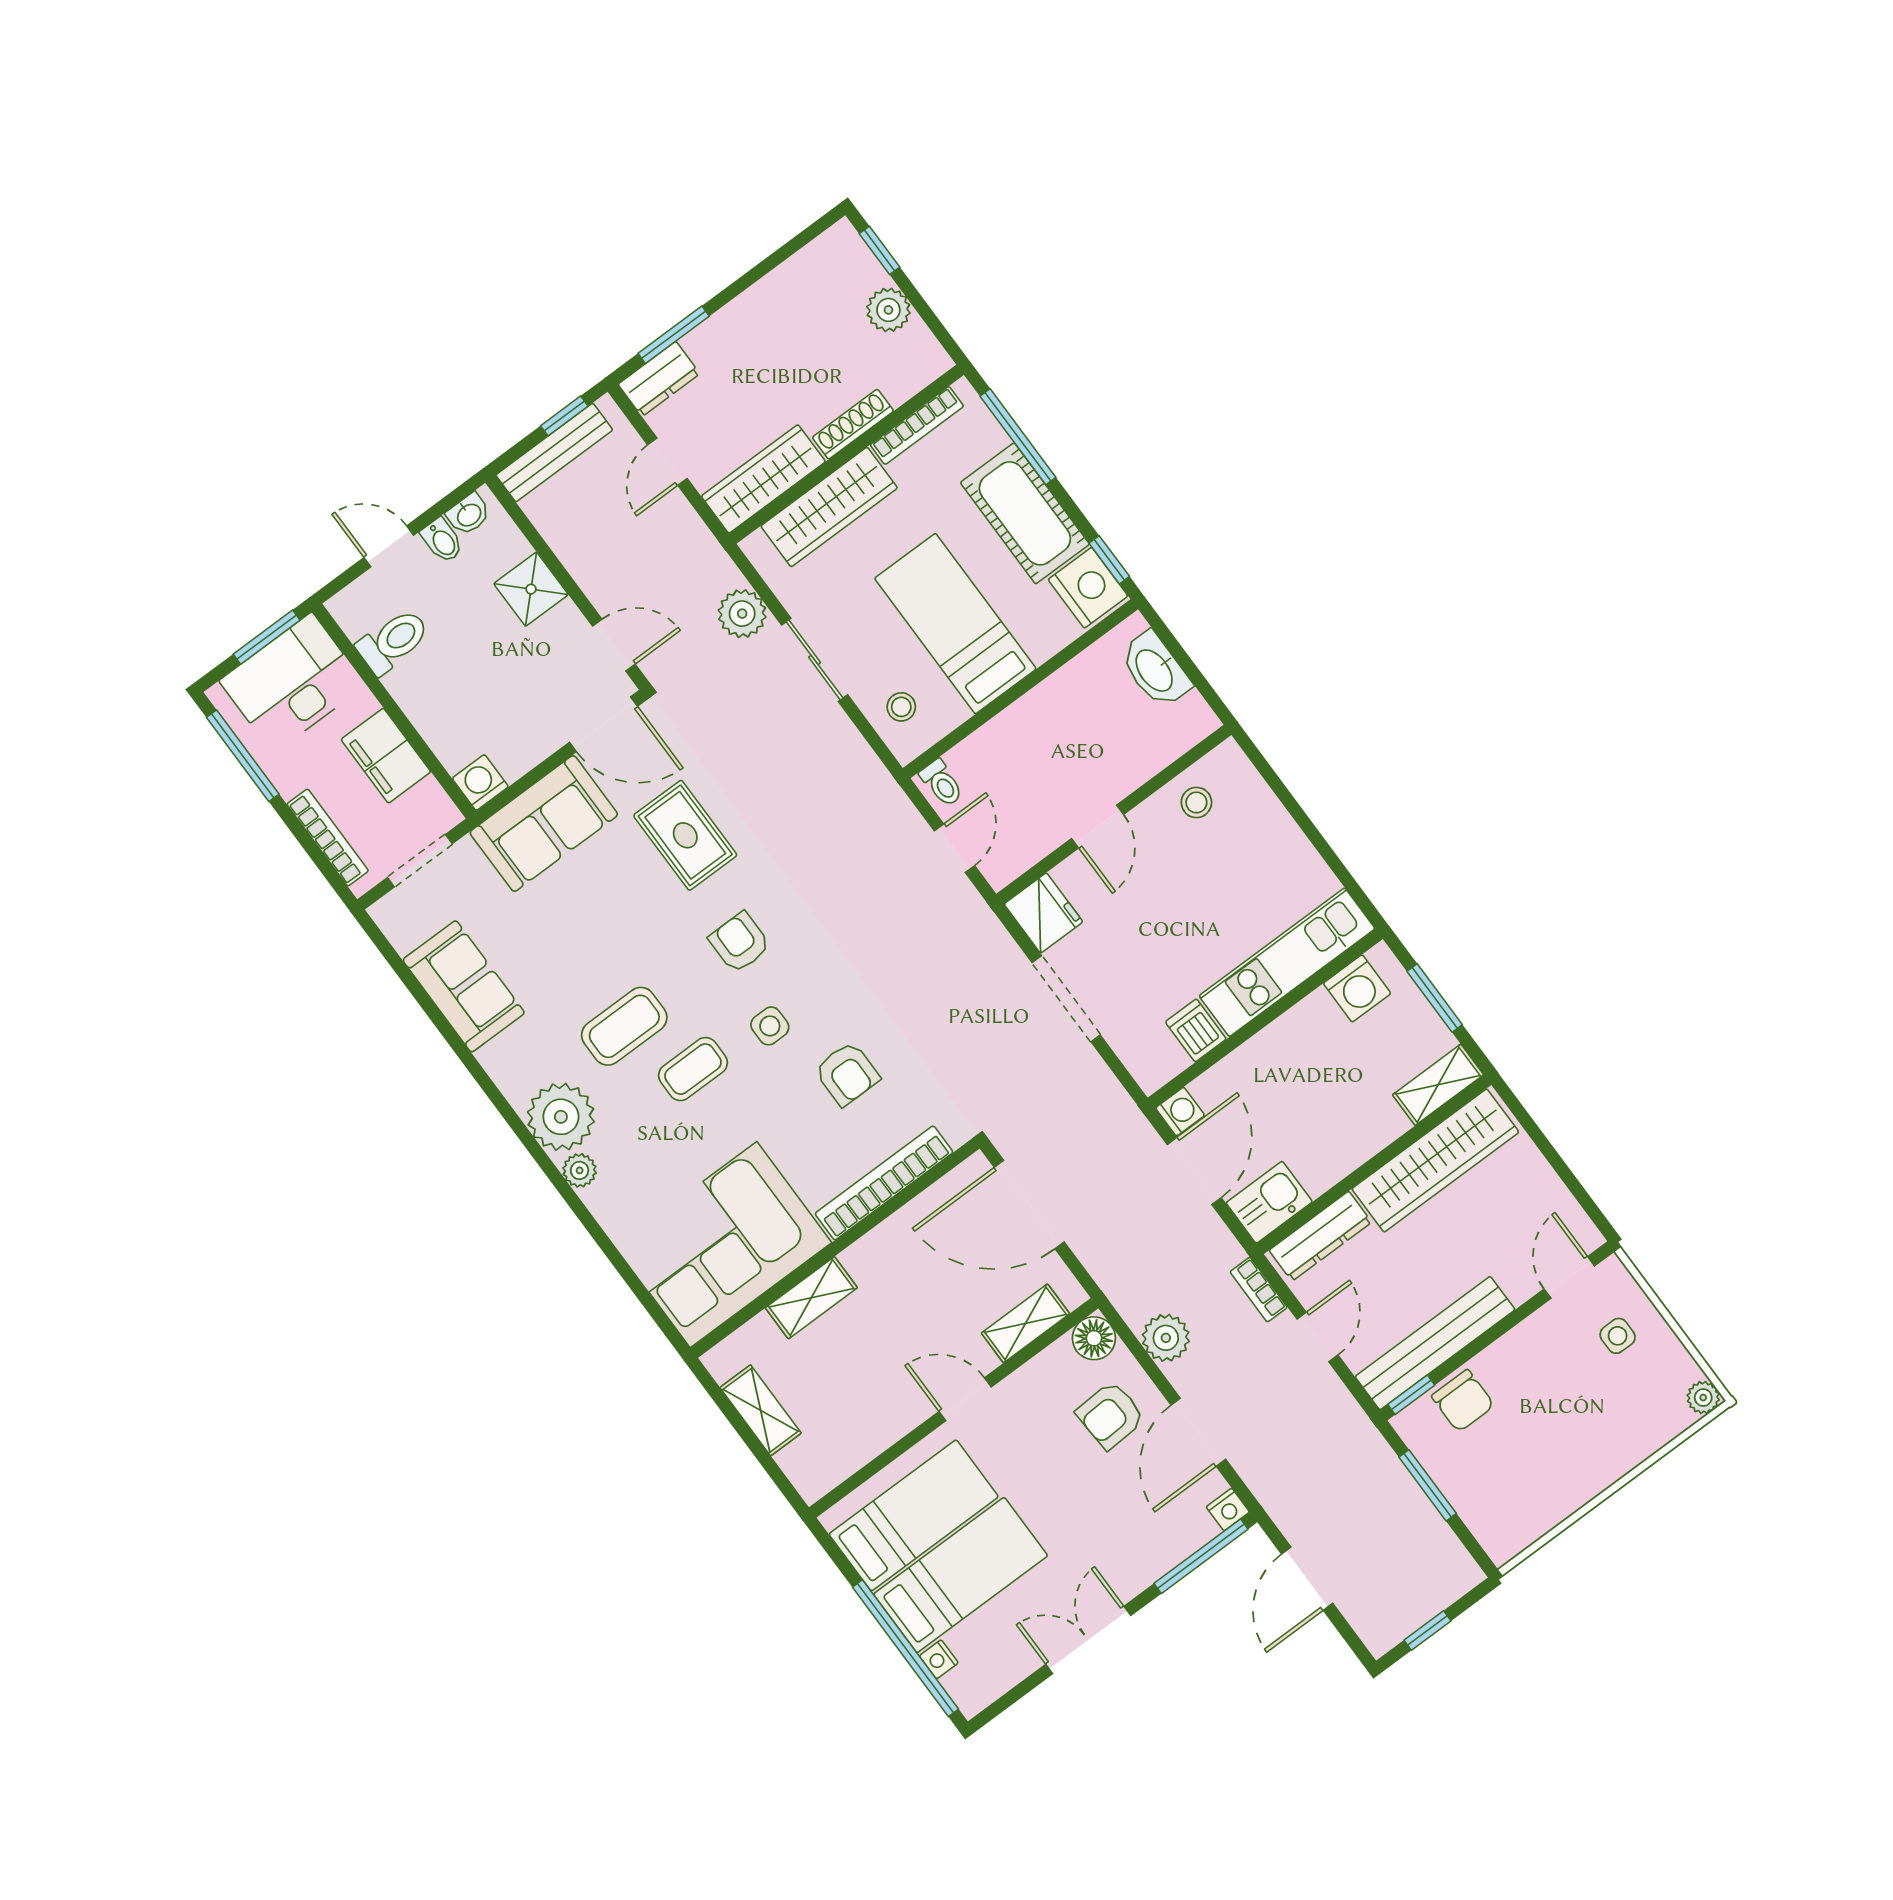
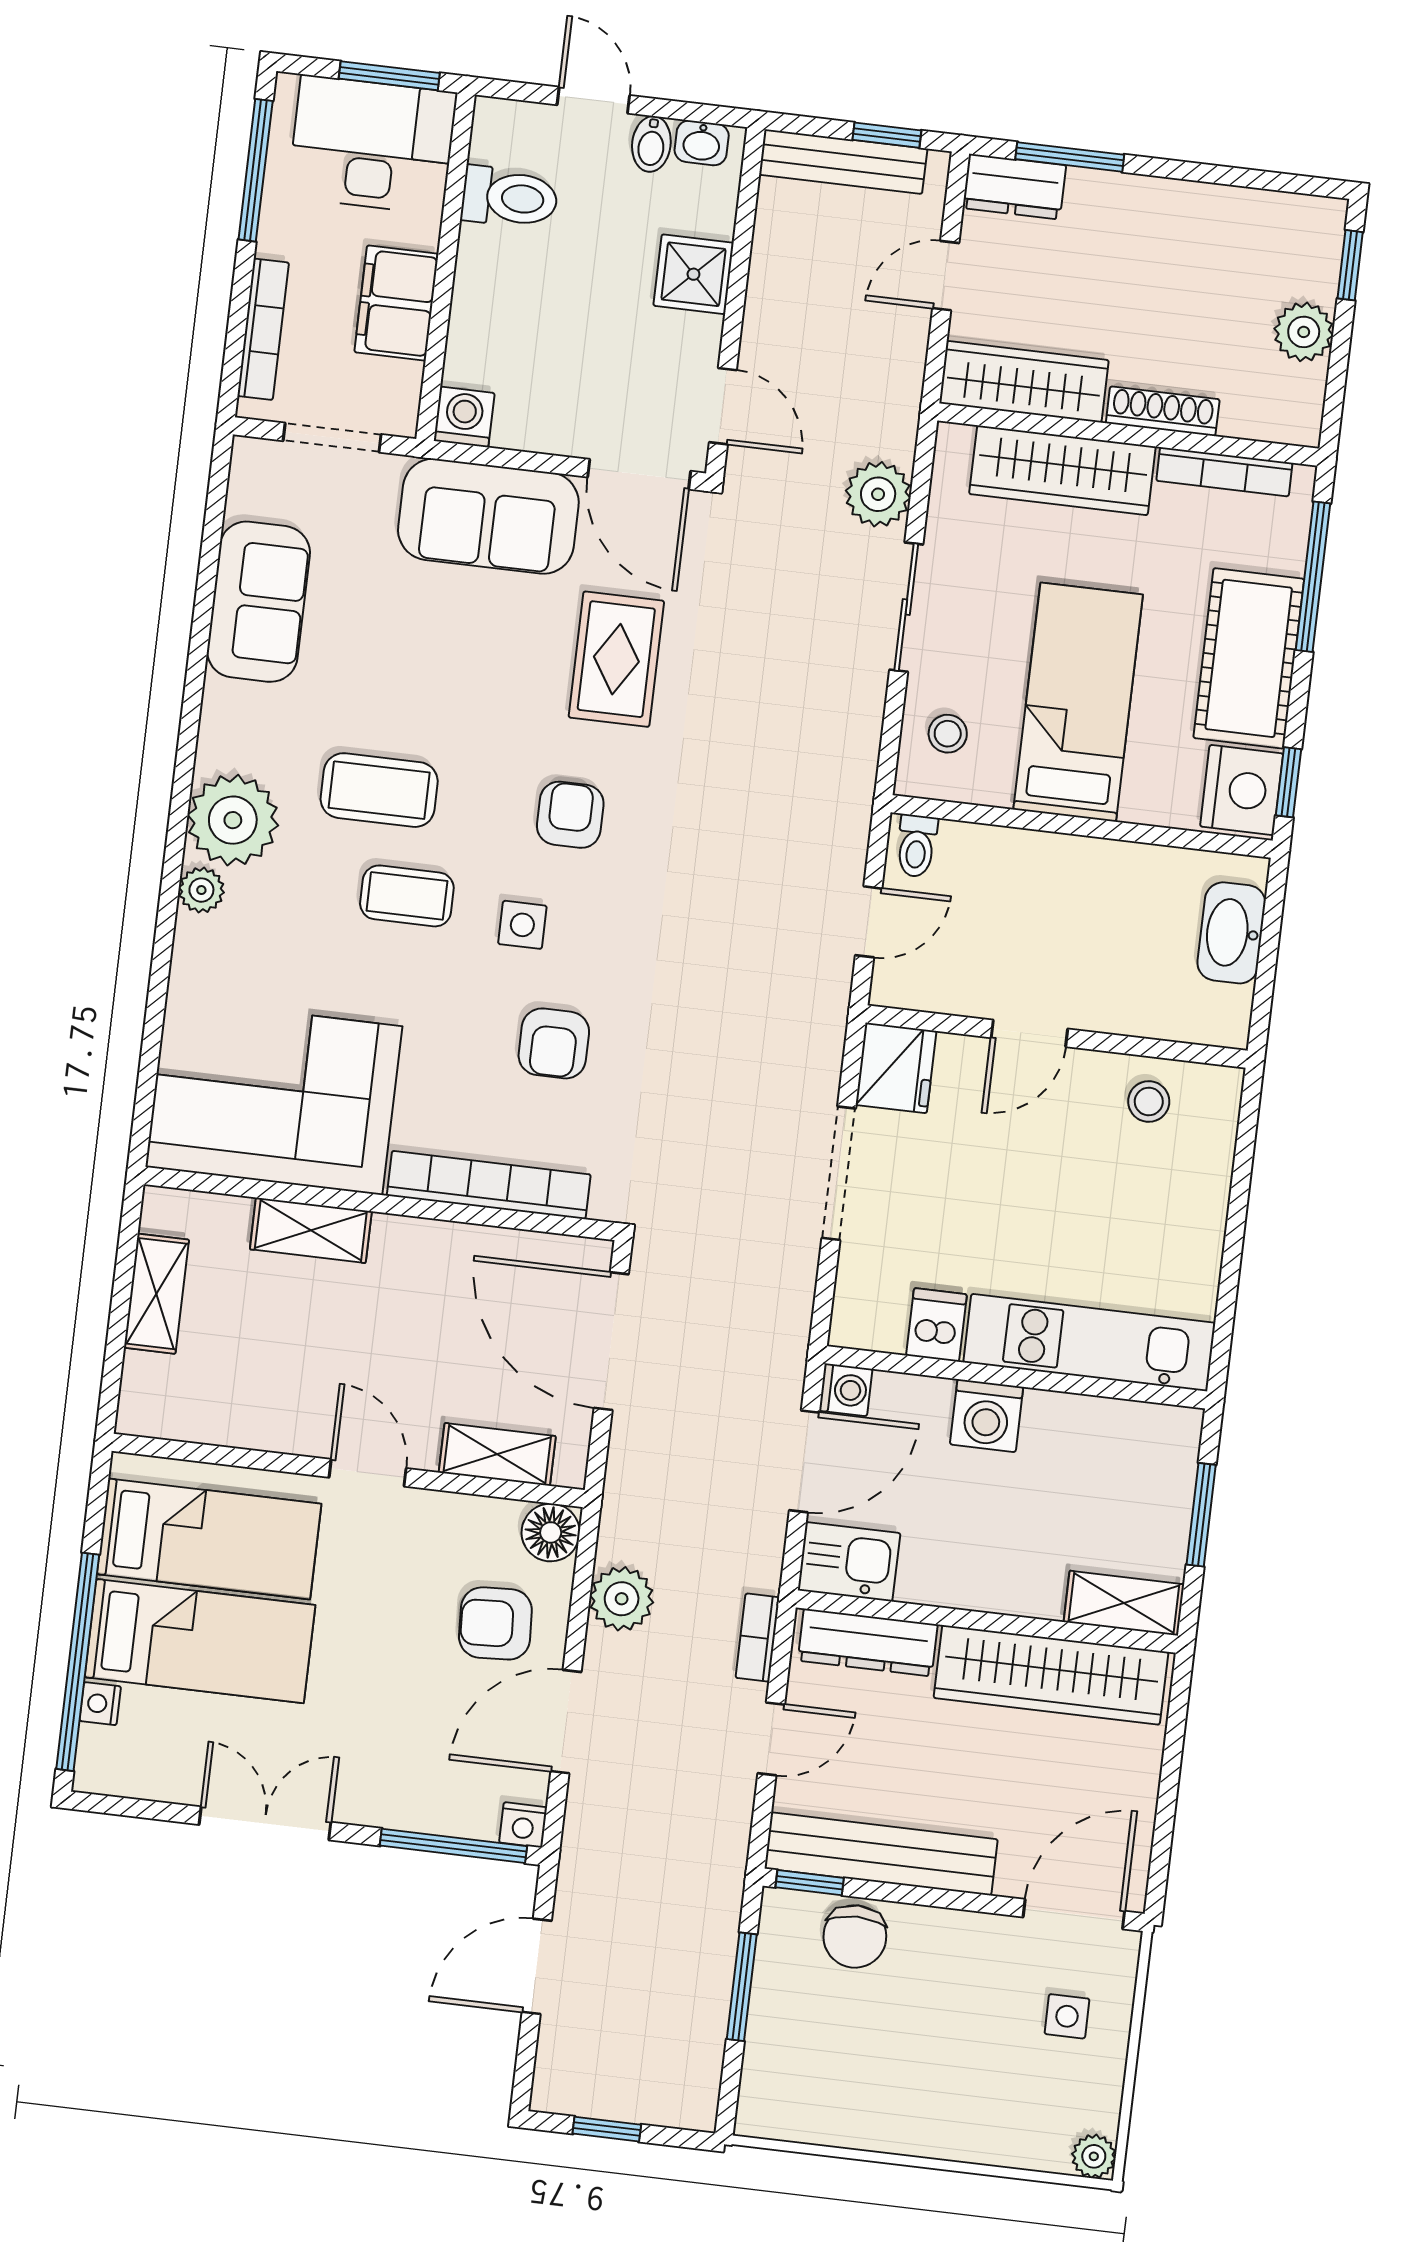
washing machine: (1357, 988) -> (987, 1416), moved
door: (1569, 1277) -> (1074, 1914), width x1.38

